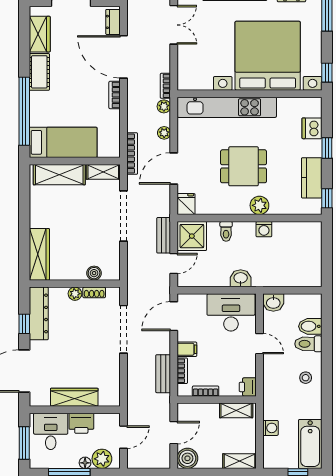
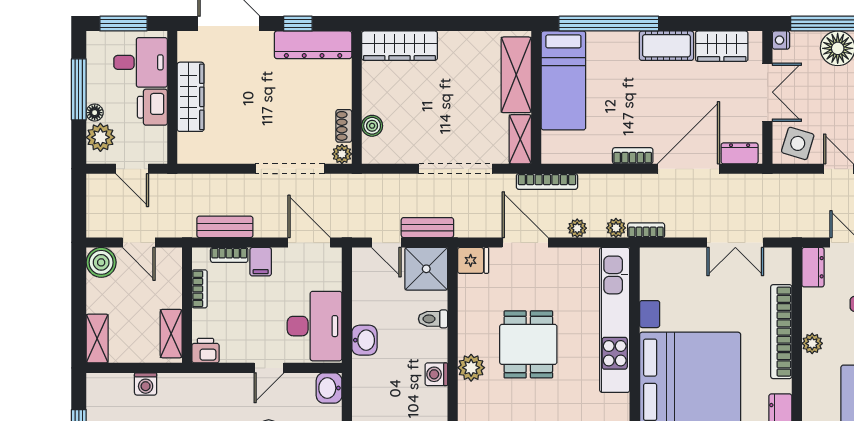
plant: (75, 294) -> (342, 154), moved

